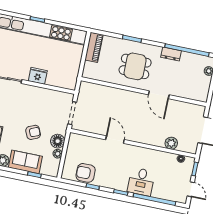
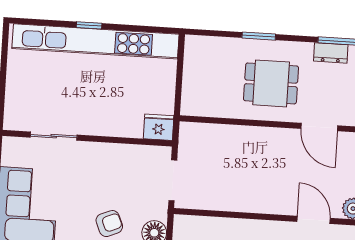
piano: (94, 47) -> (195, 60), removed
fridge: (38, 76) -> (159, 127), moved
door: (115, 140) -> (314, 220), moved

